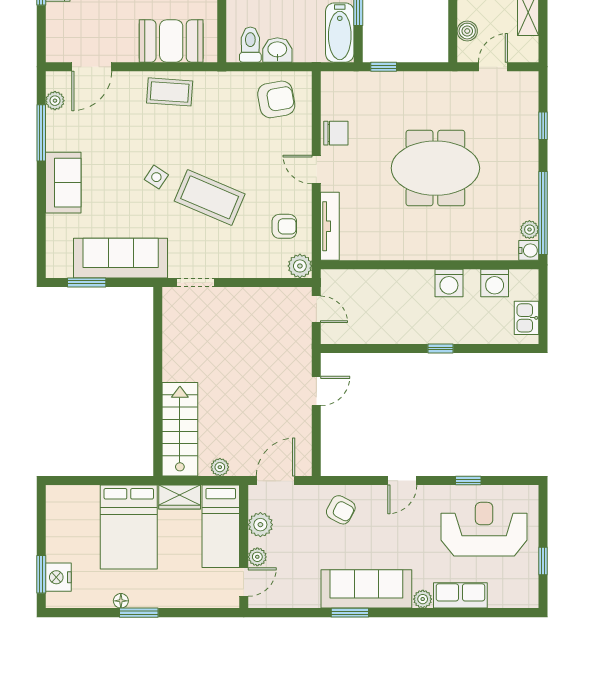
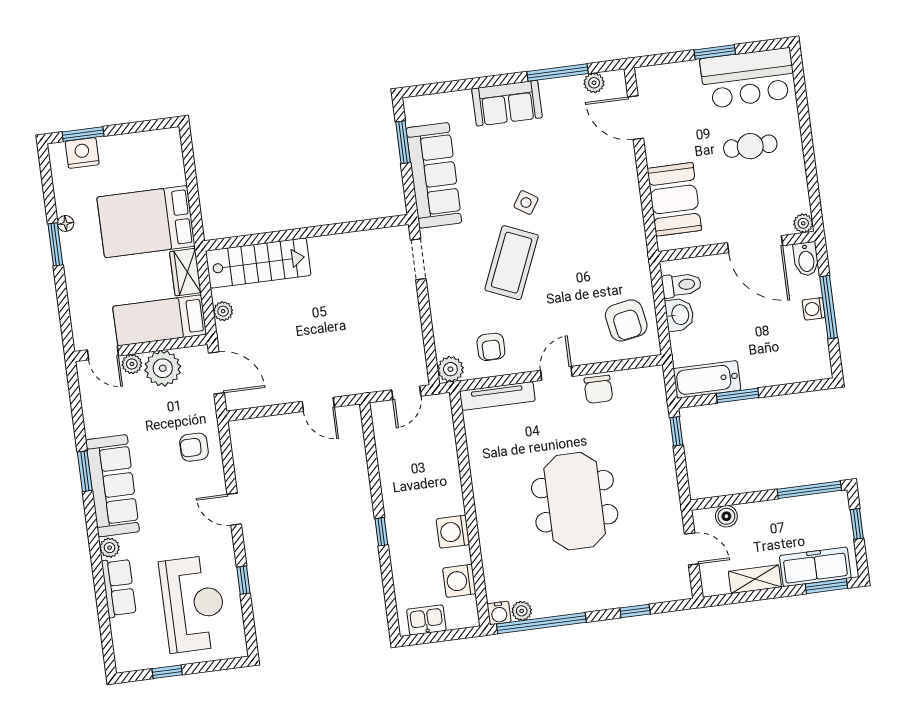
coffee table: (170, 92) -> (619, 205), removed
armchair: (341, 510) -> (194, 447), turned 62
plant: (260, 525) -> (163, 368), width x1.36, depth x1.36

